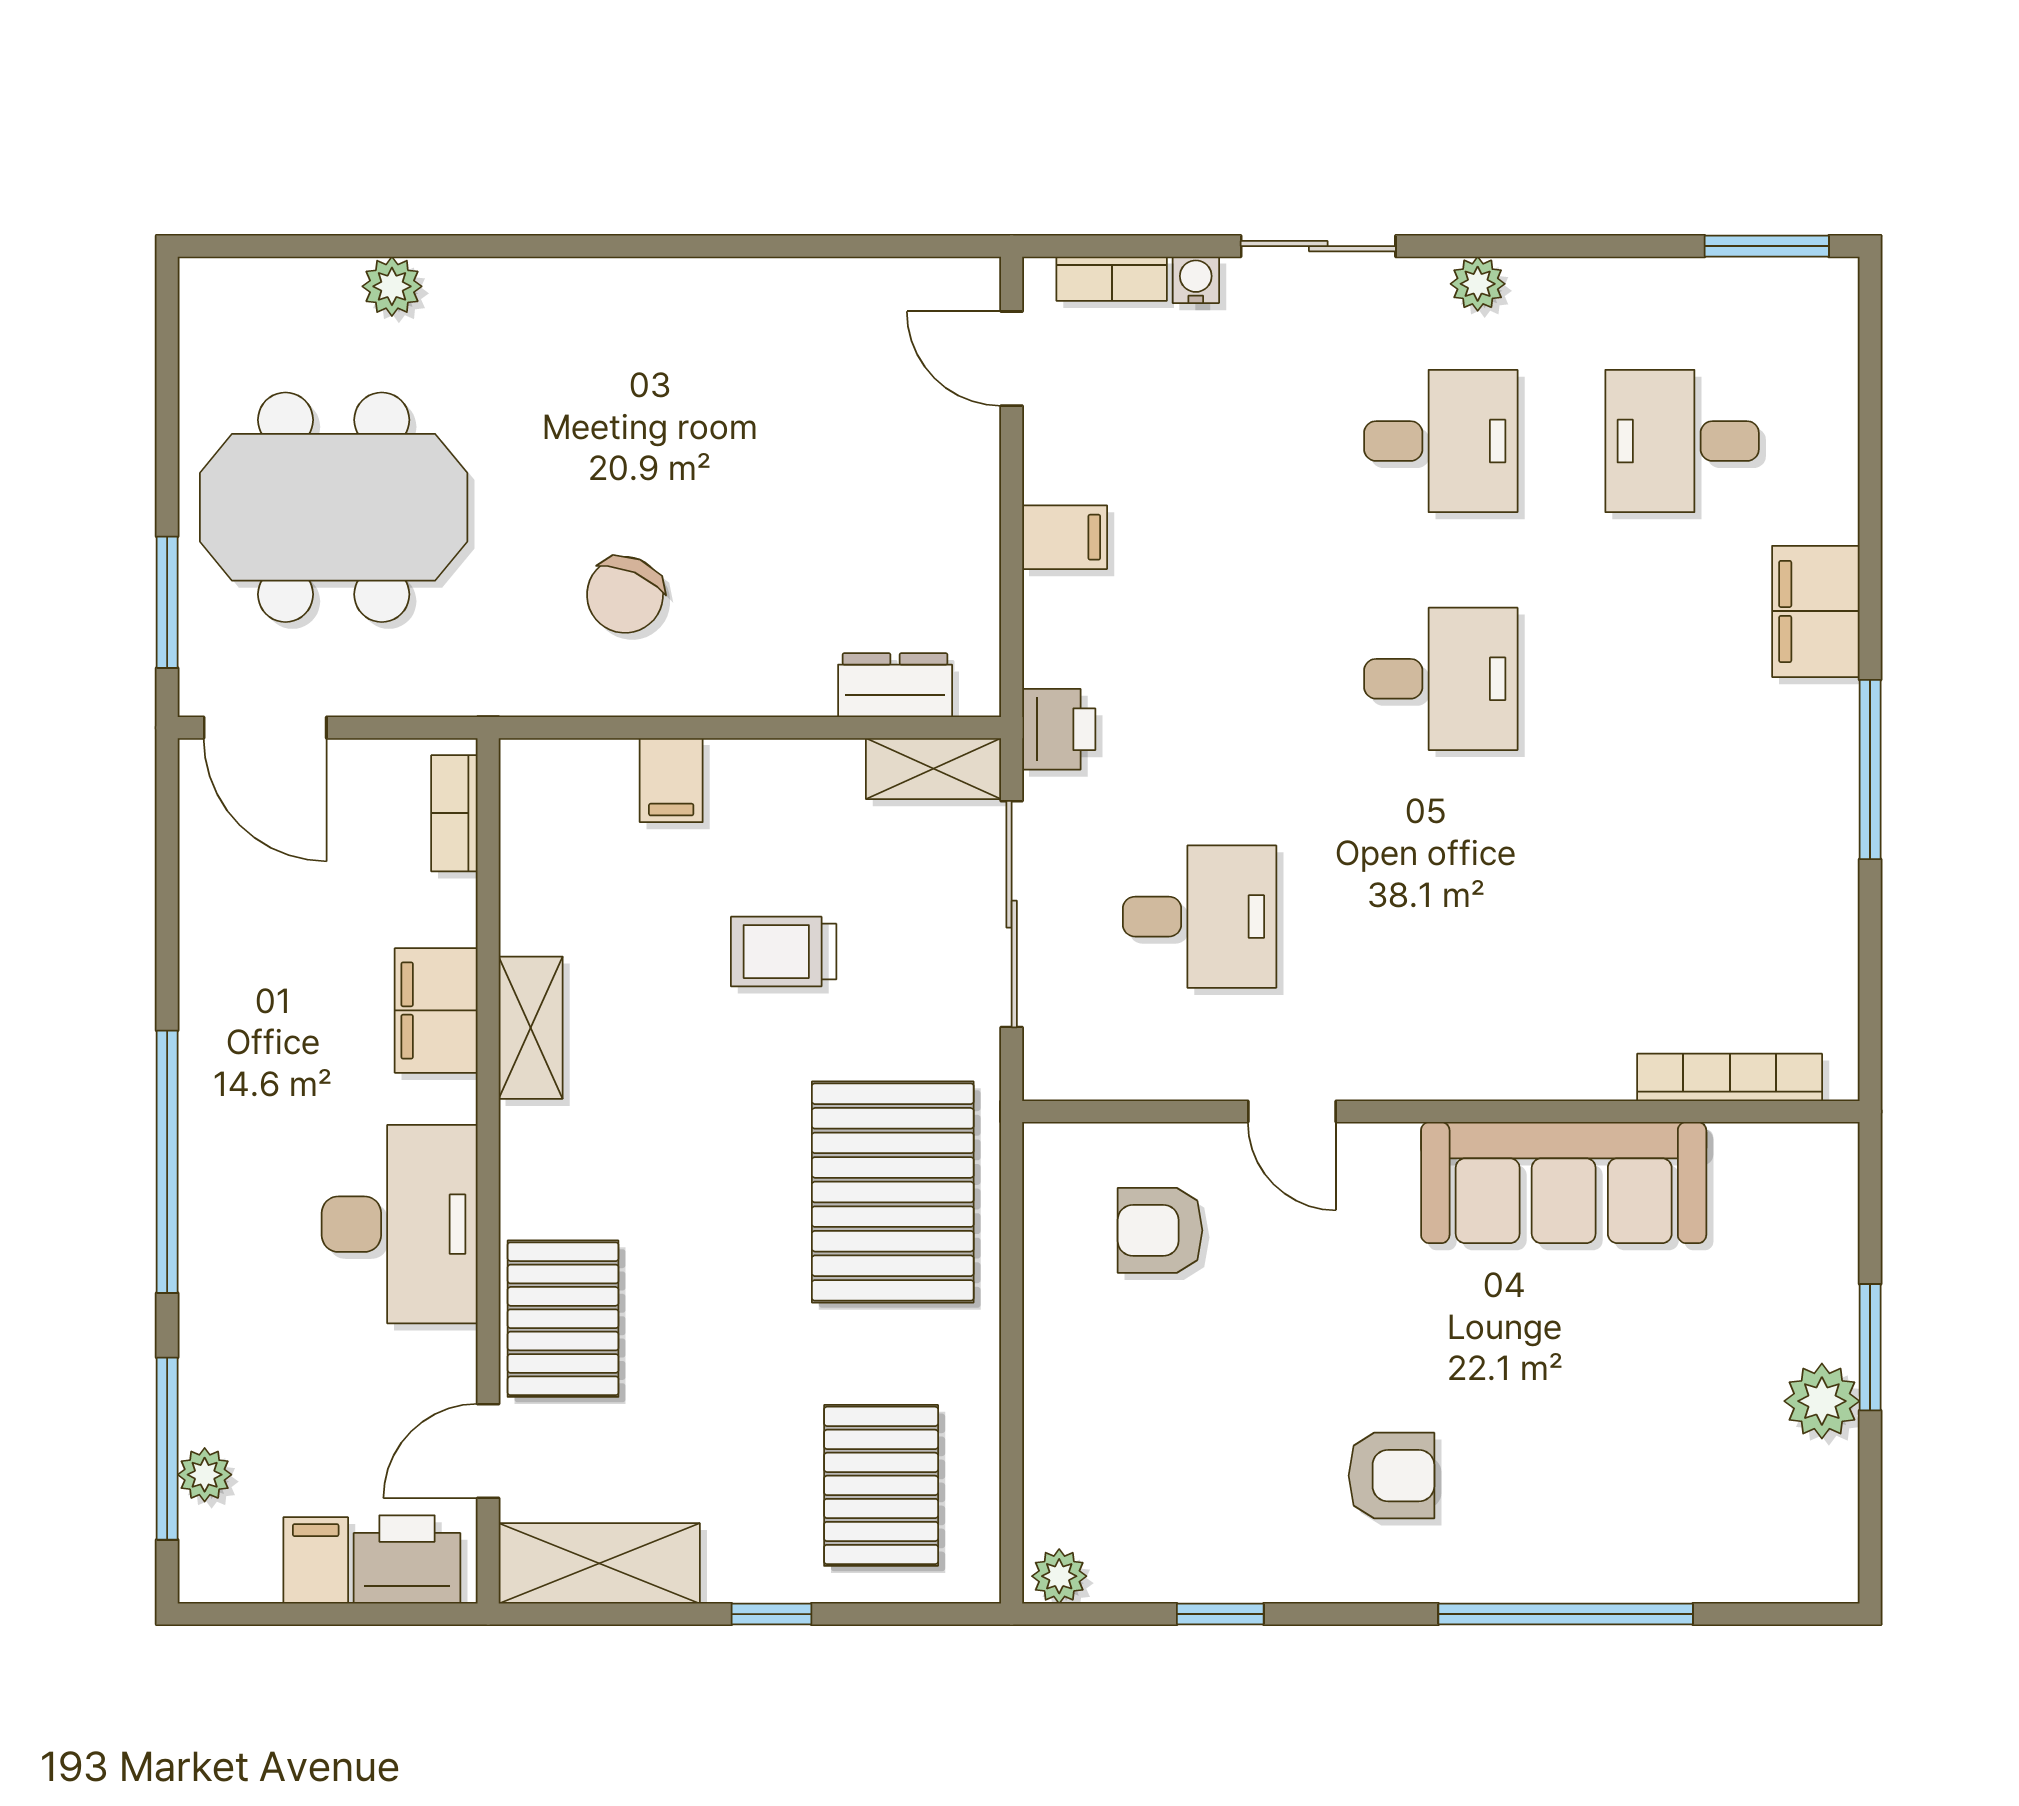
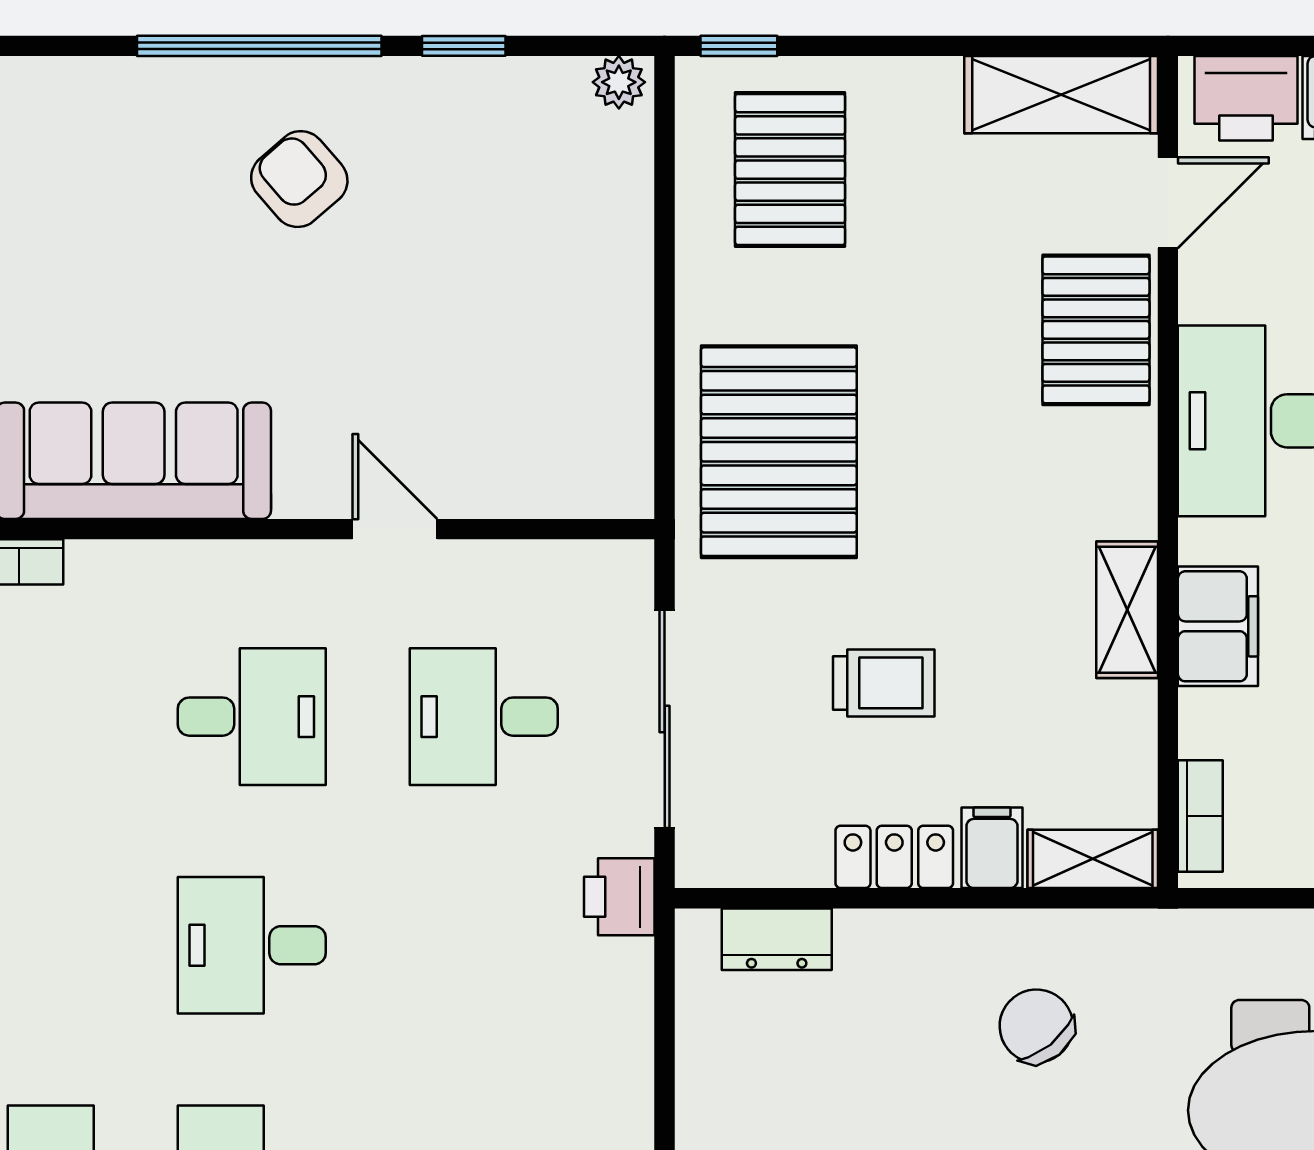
filing cabinet: (1065, 537) -> (614, 1081), removed
chair: (625, 595) -> (1036, 1026), turned -62
shelving: (933, 769) -> (1093, 859), moved
locker: (773, 771) -> (894, 857), added
desk: (1441, 917) -> (252, 717), added
armchair: (1160, 1230) -> (522, 415), removed
armchair: (1391, 1476) -> (299, 179), turned 49
window: (772, 1614) -> (739, 46), moved
window: (1566, 1614) -> (259, 46), moved

